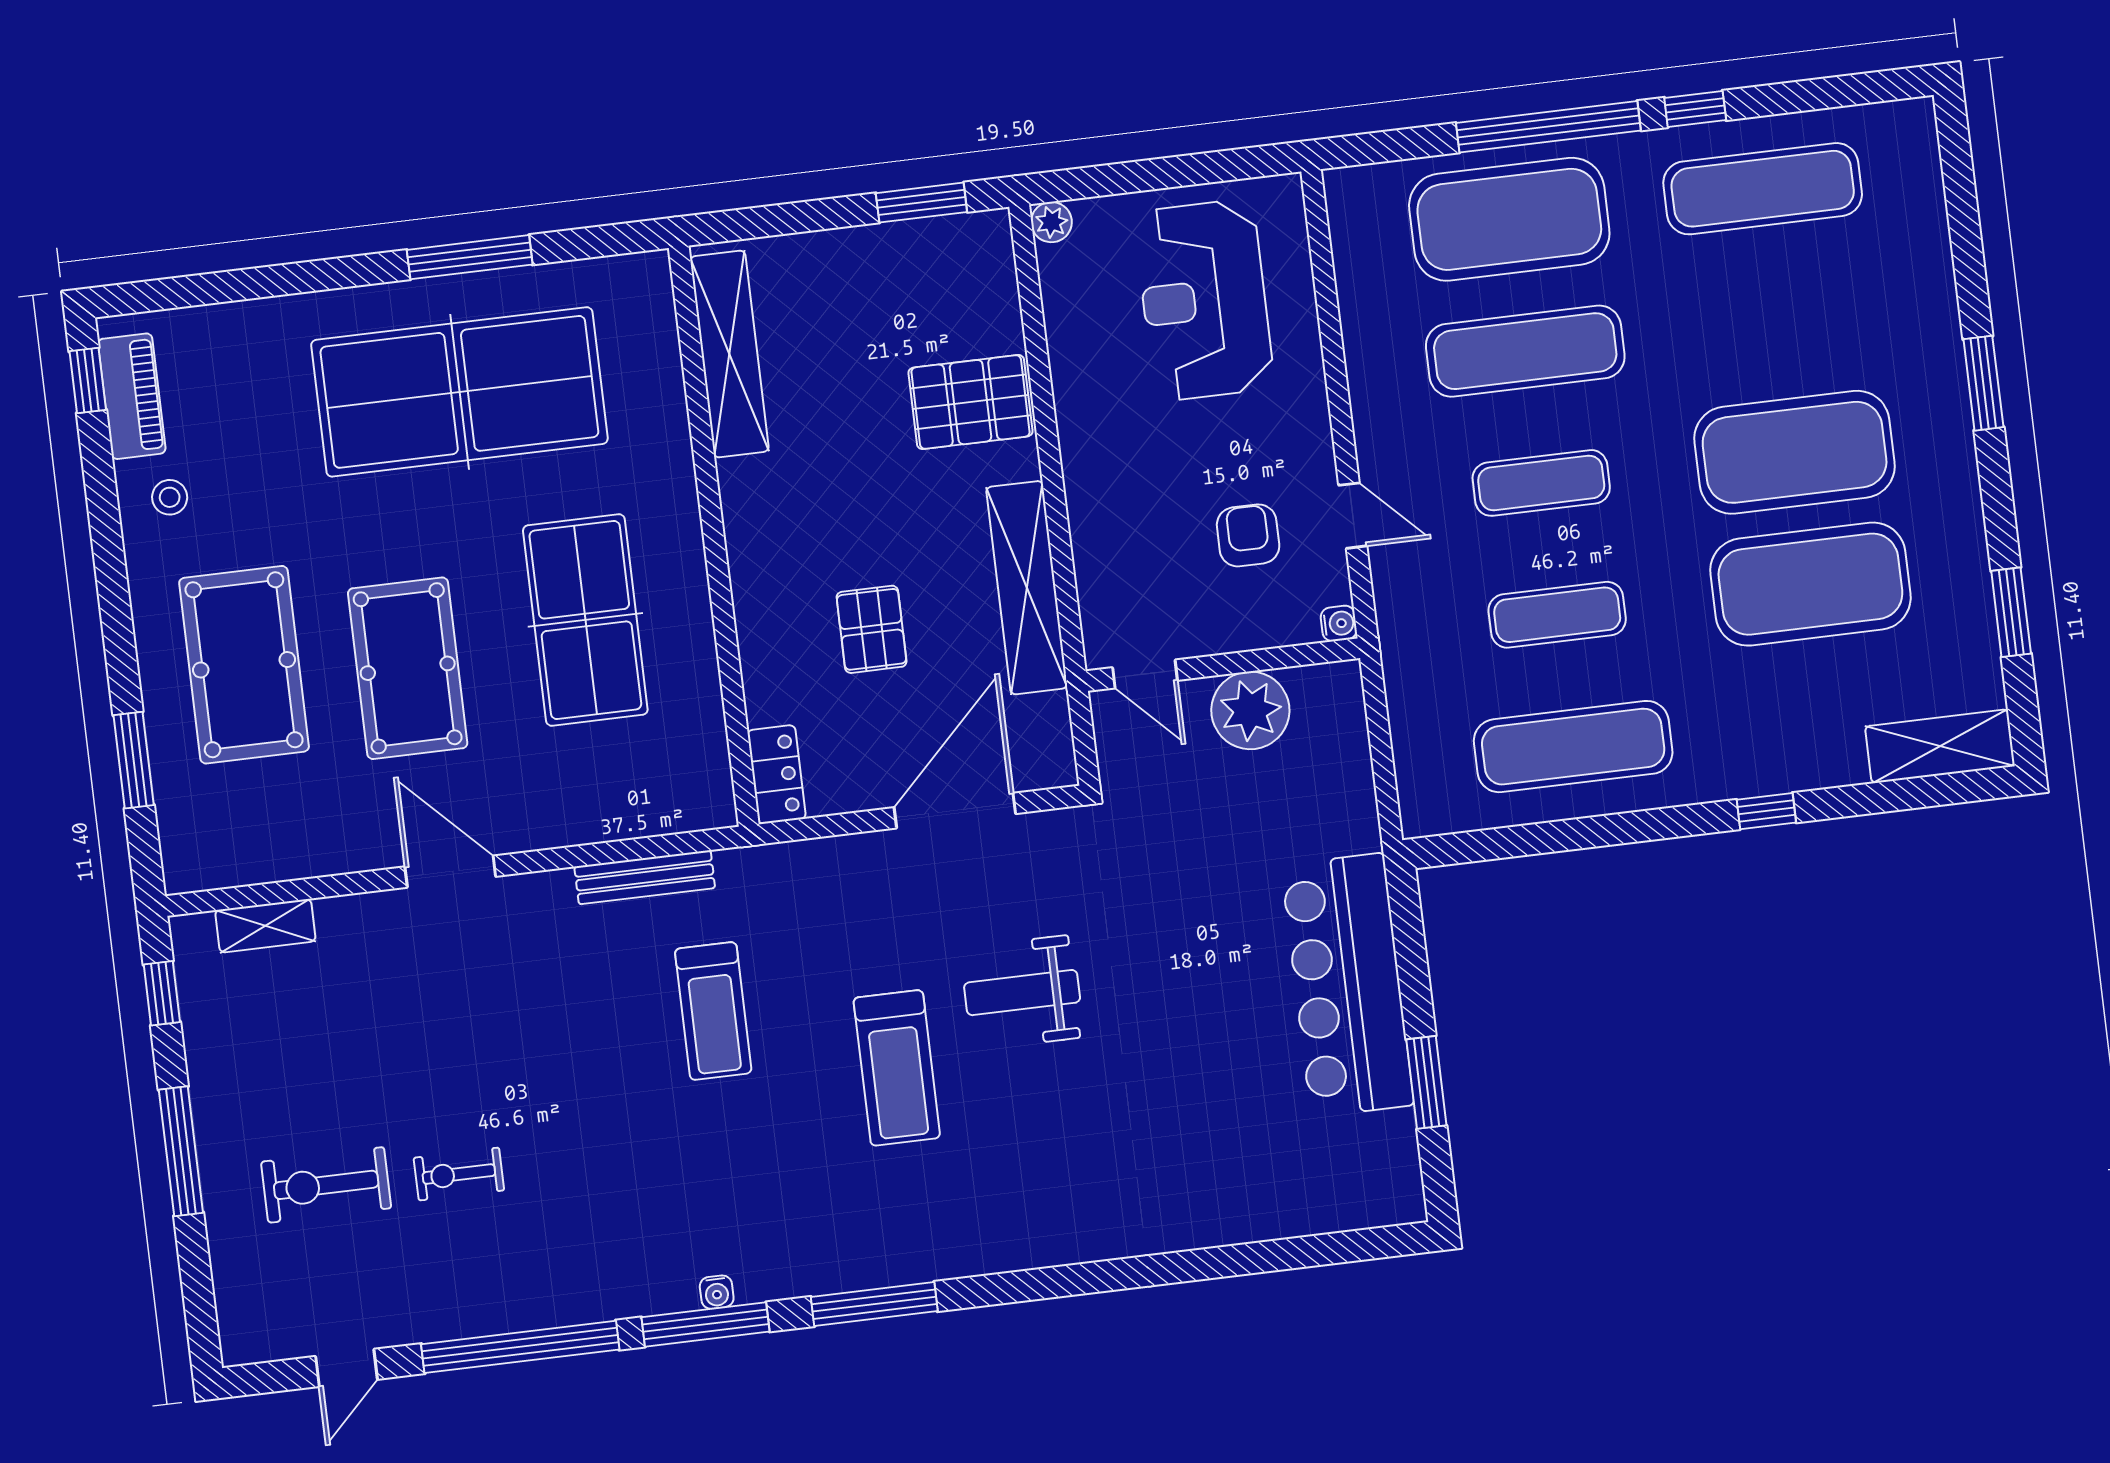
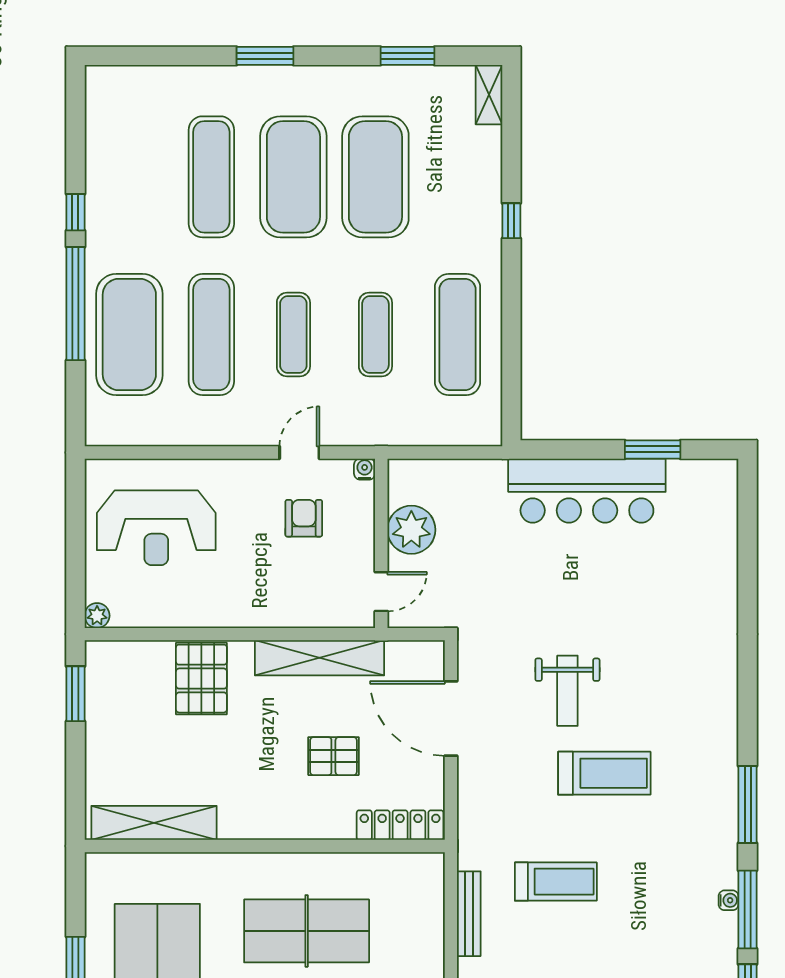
exercise mat: (1763, 189) -> (211, 177), moved
armchair: (1248, 535) -> (304, 518), turned 90
shelving: (1940, 746) -> (489, 95), width x0.67, depth x0.75
locker: (777, 774) -> (400, 825), width x1.53

